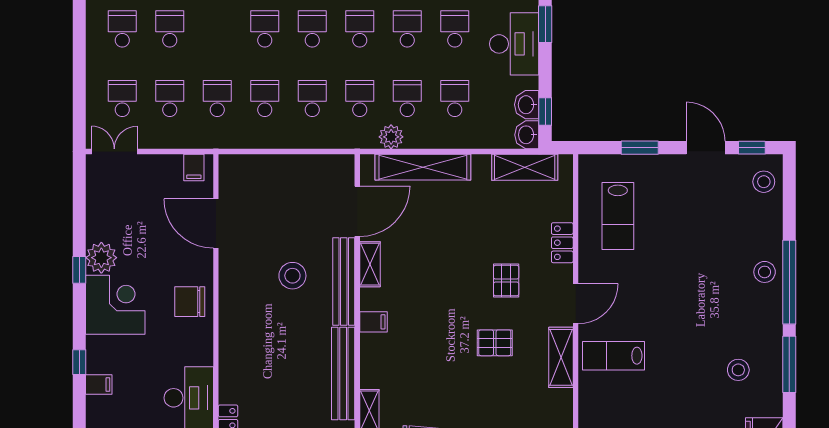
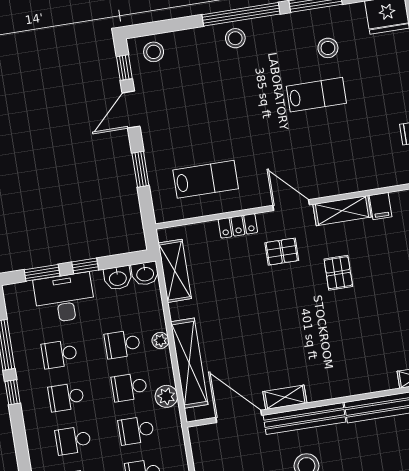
window: (545, 112) -> (85, 266), moved
plant: (452, 140) -> (160, 340), added
pallet: (506, 281) -> (282, 252), moved
filing cabinet: (373, 322) -> (381, 206), moved, turned 180
lab bench: (613, 356) -> (316, 95), moved, turned -90

